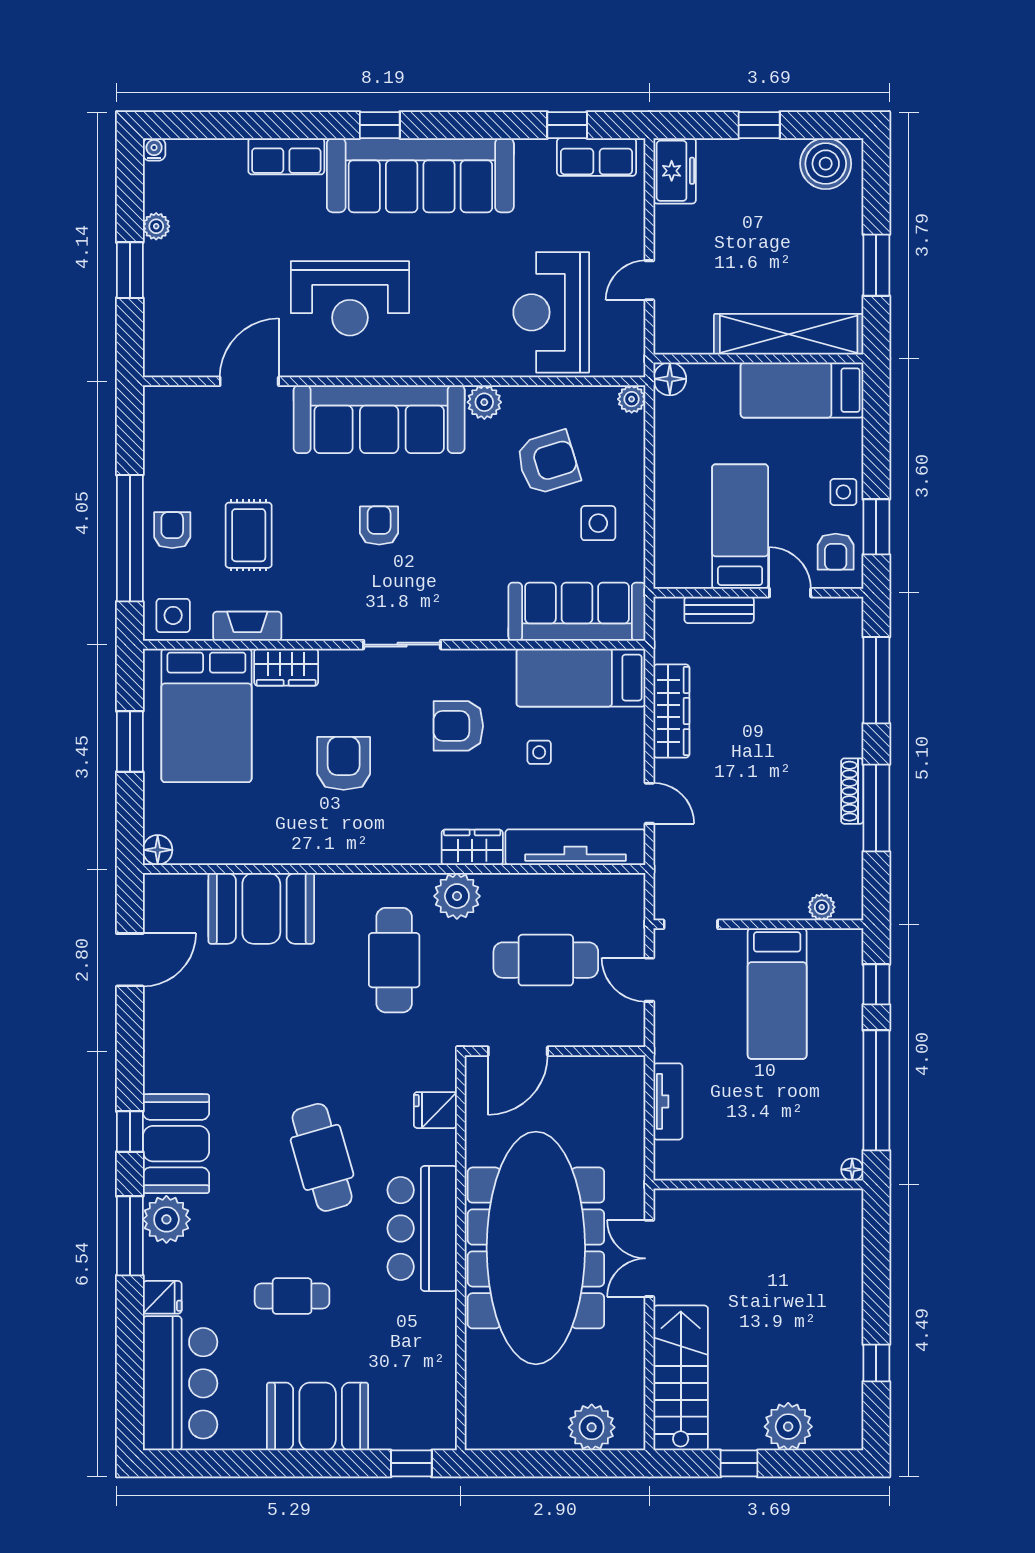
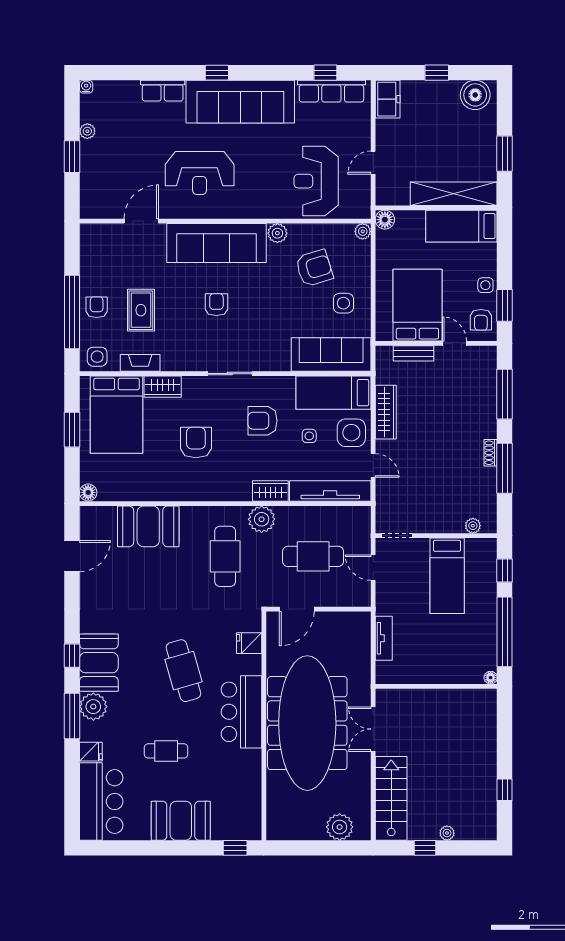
row of seats: (596, 157) -> (331, 91), width x1.48
bed: (740, 527) -> (417, 305), width x1.50
side table: (612, 747) -> (351, 433), added
shoe rack: (852, 791) -> (491, 453), width x0.70
plant: (788, 1427) -> (447, 833), width x0.53, depth x0.53

